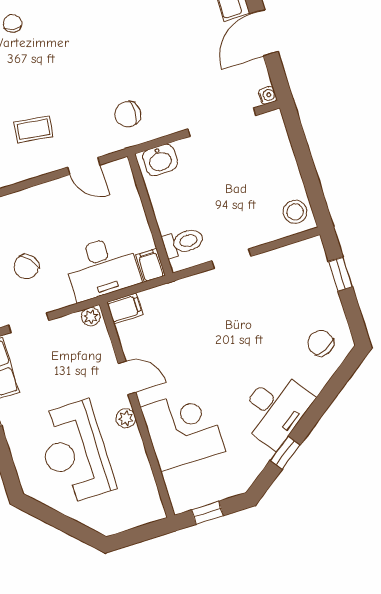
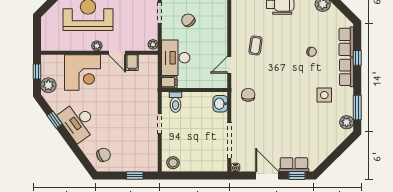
filing cabinet: (125, 308) -> (132, 63), moved
door: (127, 378) -> (117, 53), hinge flipped
plant: (226, 484) -> (48, 85), added

